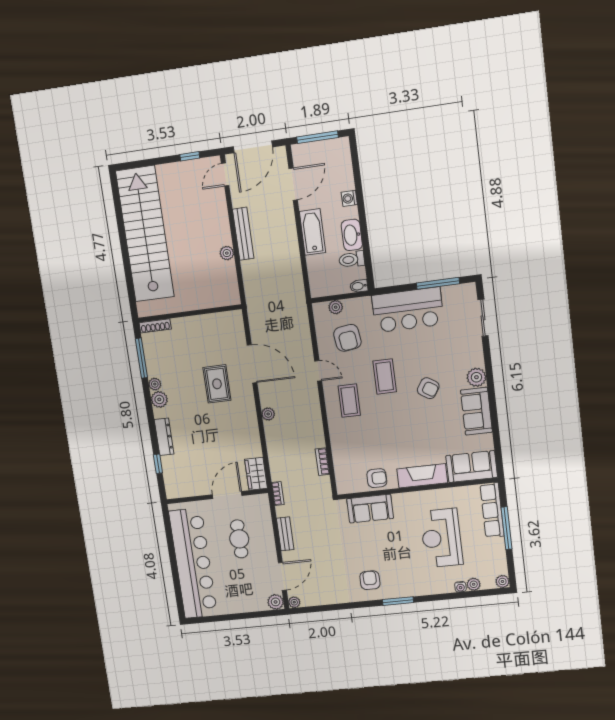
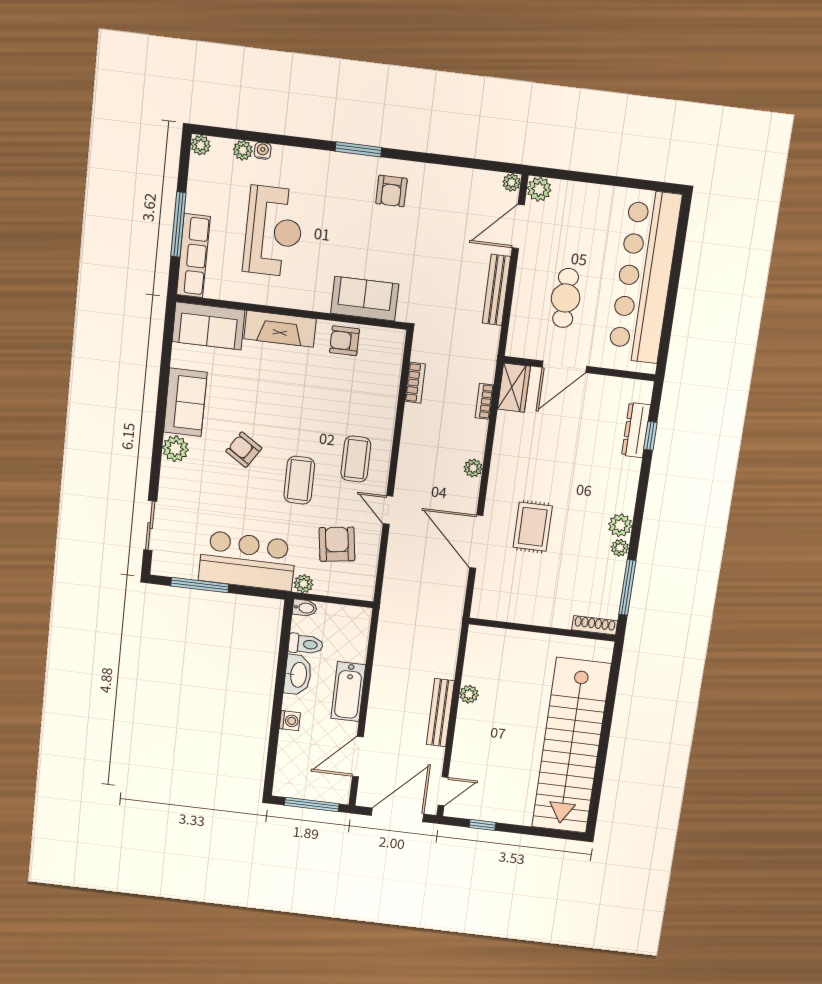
plant: (336, 307) -> (304, 584), moved
dresser: (164, 437) -> (636, 430), moved
bookcase: (278, 494) -> (484, 401), moved
bench: (285, 534) -> (496, 290), width x1.36

